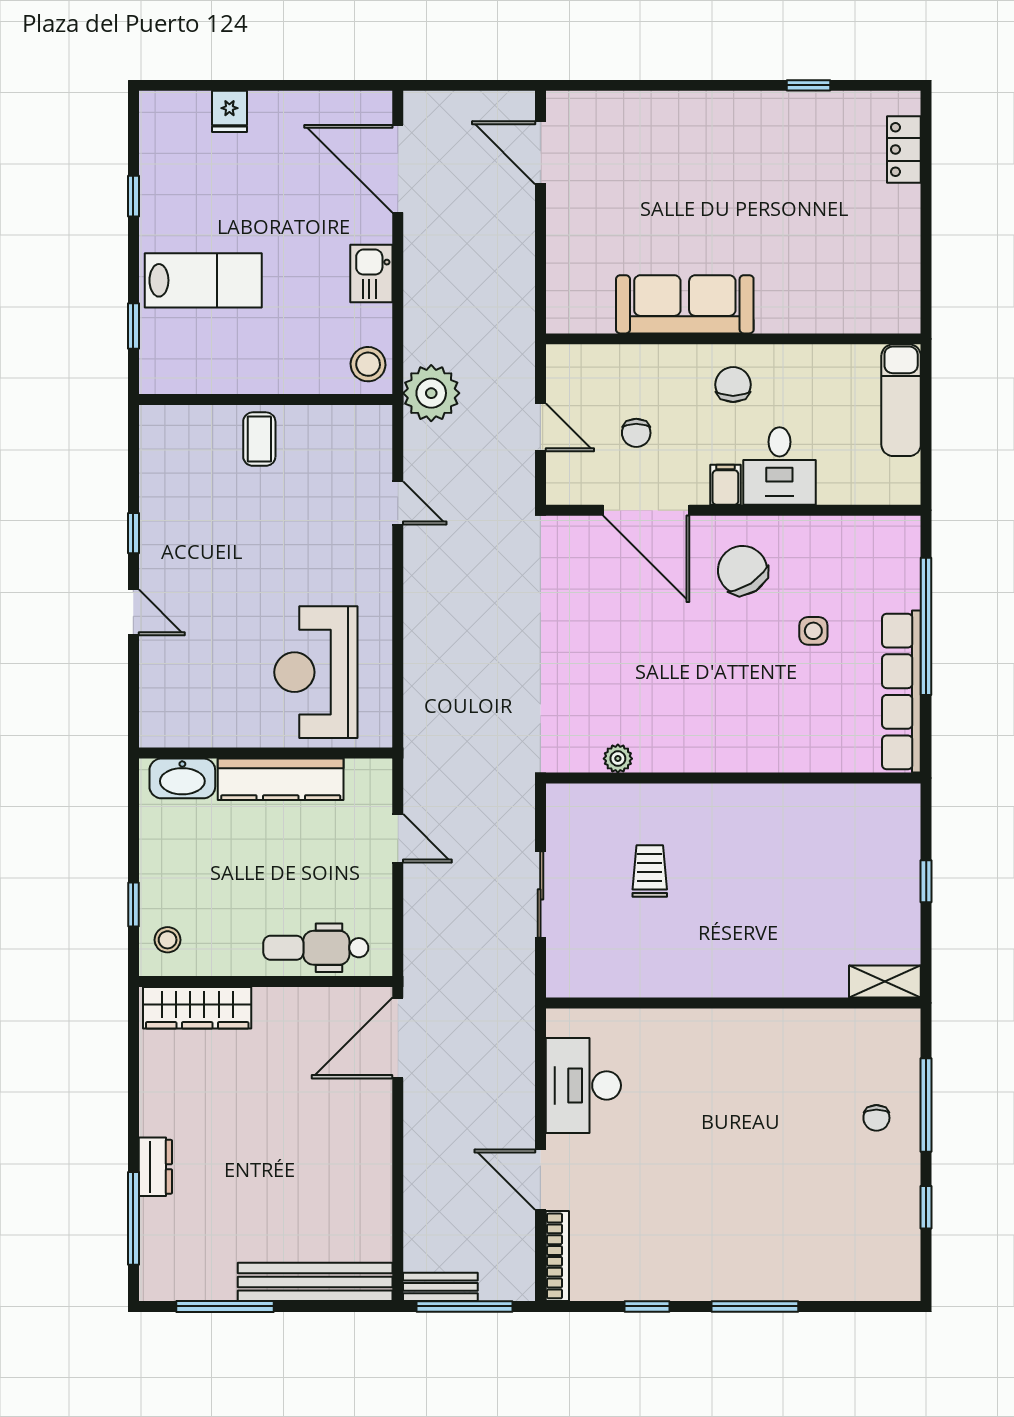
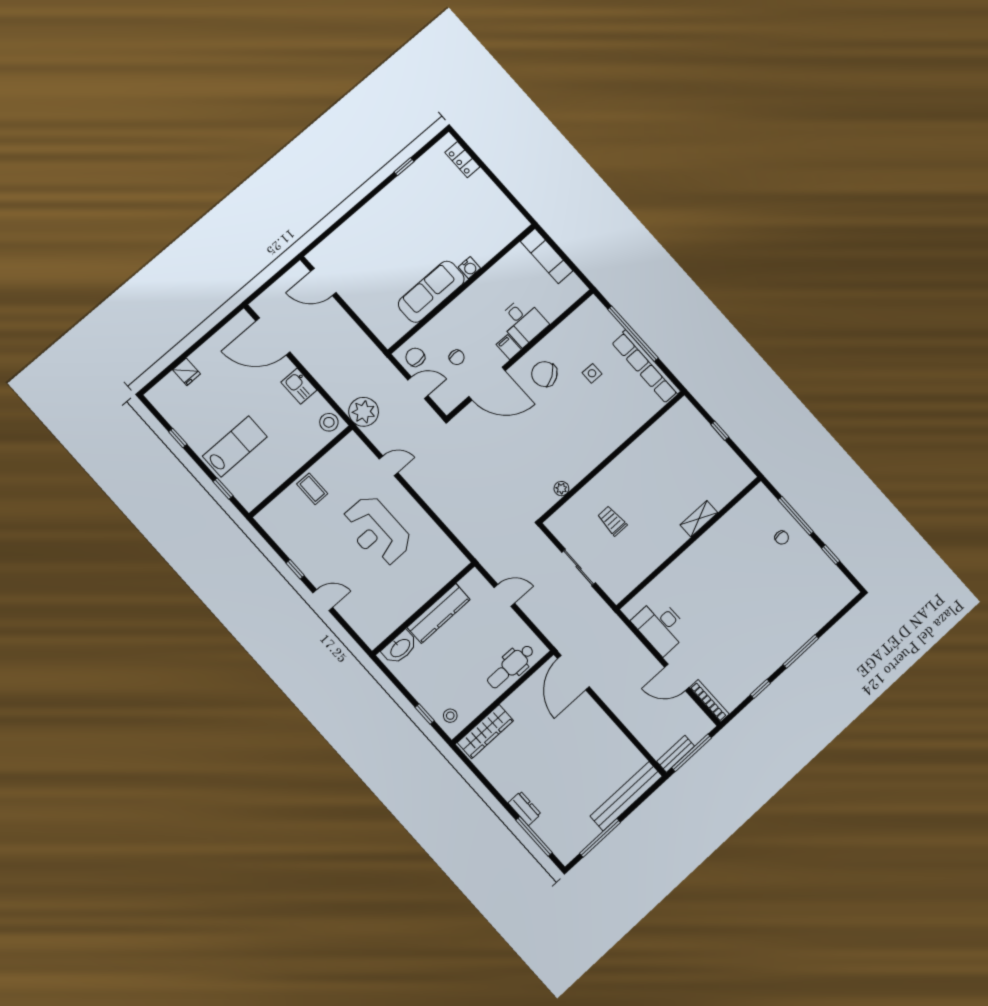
water cooler: (772, 318) -> (469, 268), added
chair: (733, 385) -> (415, 357), moved
reception desk: (316, 672) -> (377, 531), moved
shelving: (885, 982) -> (699, 519), moved

